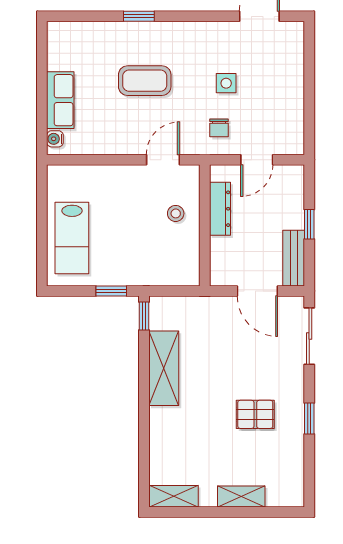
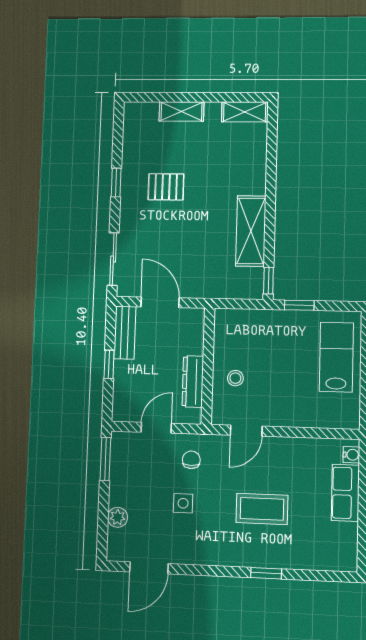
plant: (294, 66) -> (118, 517), added
window: (309, 125) -> (105, 459), added

